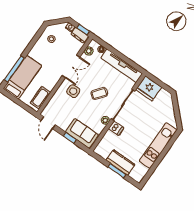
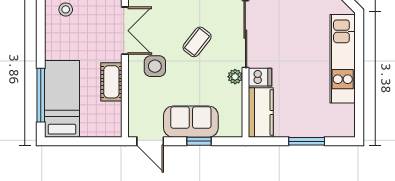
cot: (40, 98) -> (111, 82), moved
sofa: (82, 133) -> (191, 122), moved
kitchen counter: (120, 162) -> (261, 112), moved, turned 90

